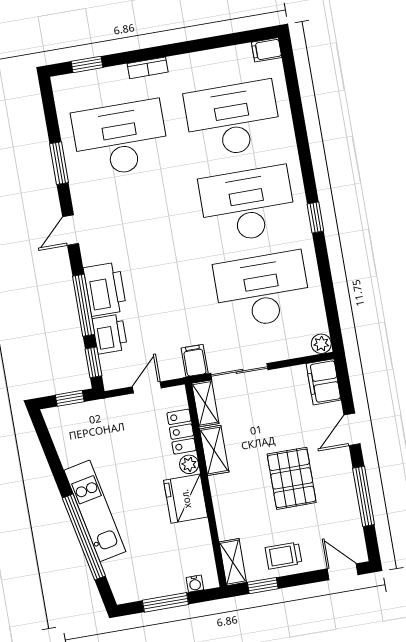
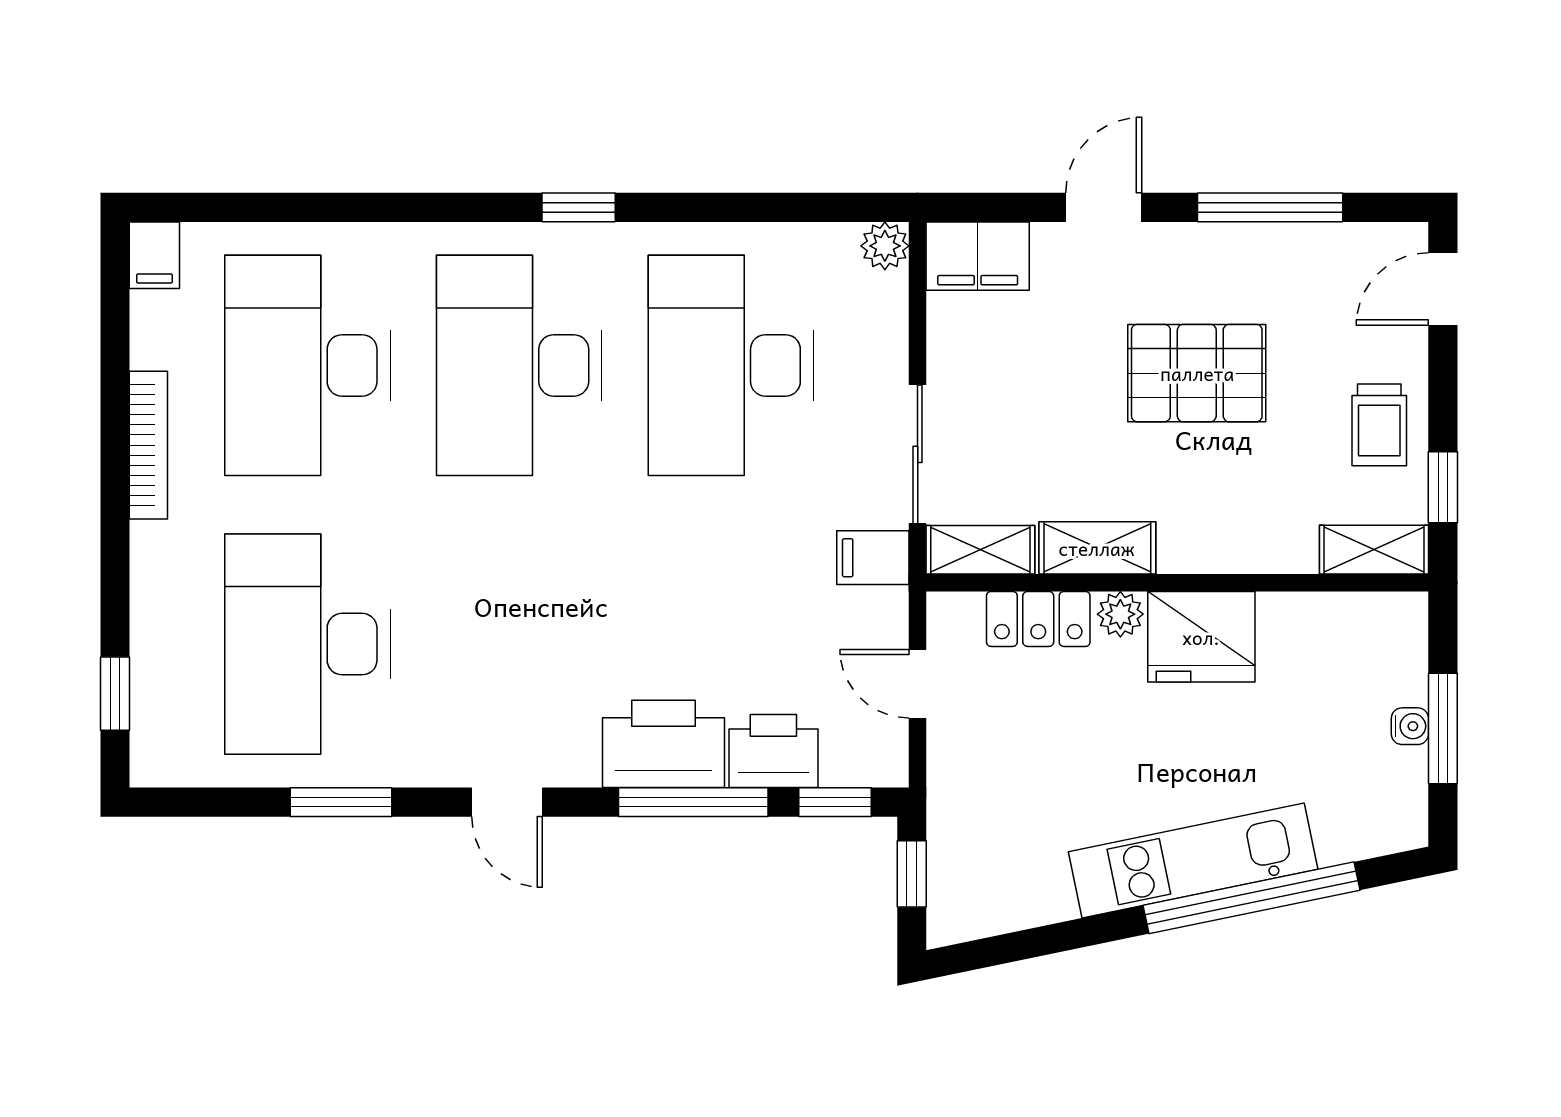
bookcase: (148, 68) -> (148, 445), moved, width x1.56
door: (352, 429) -> (1104, 207), swing flipped
water cooler: (195, 584) -> (1410, 726), moved

